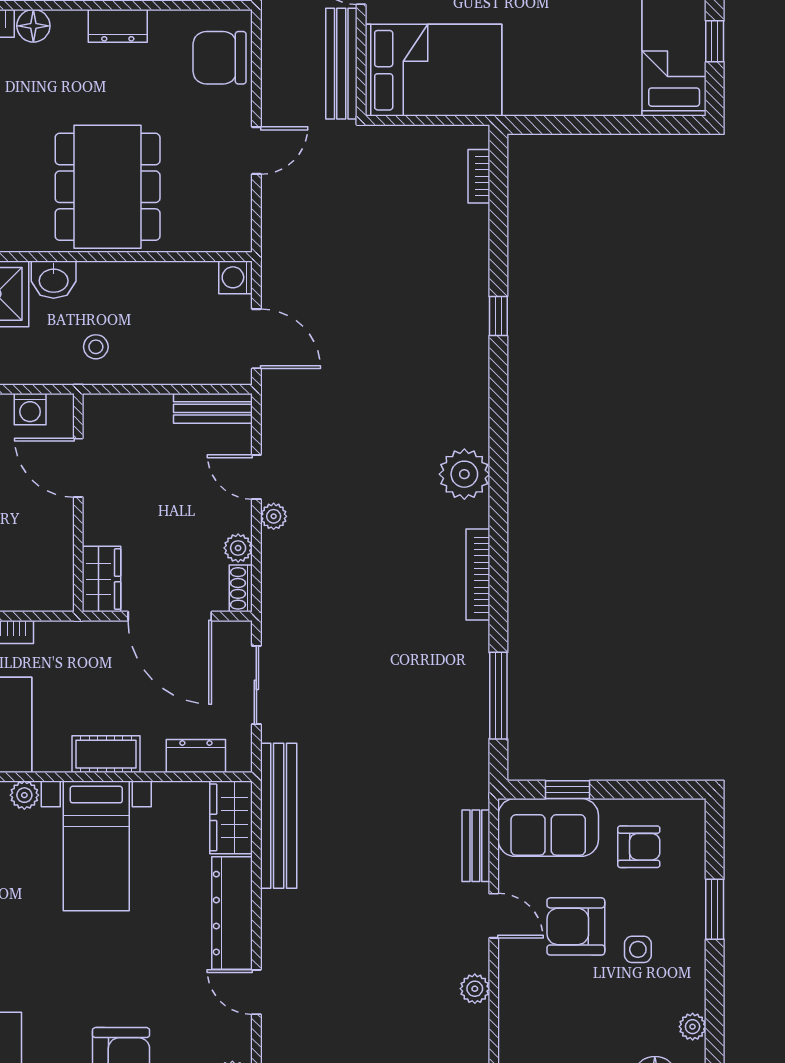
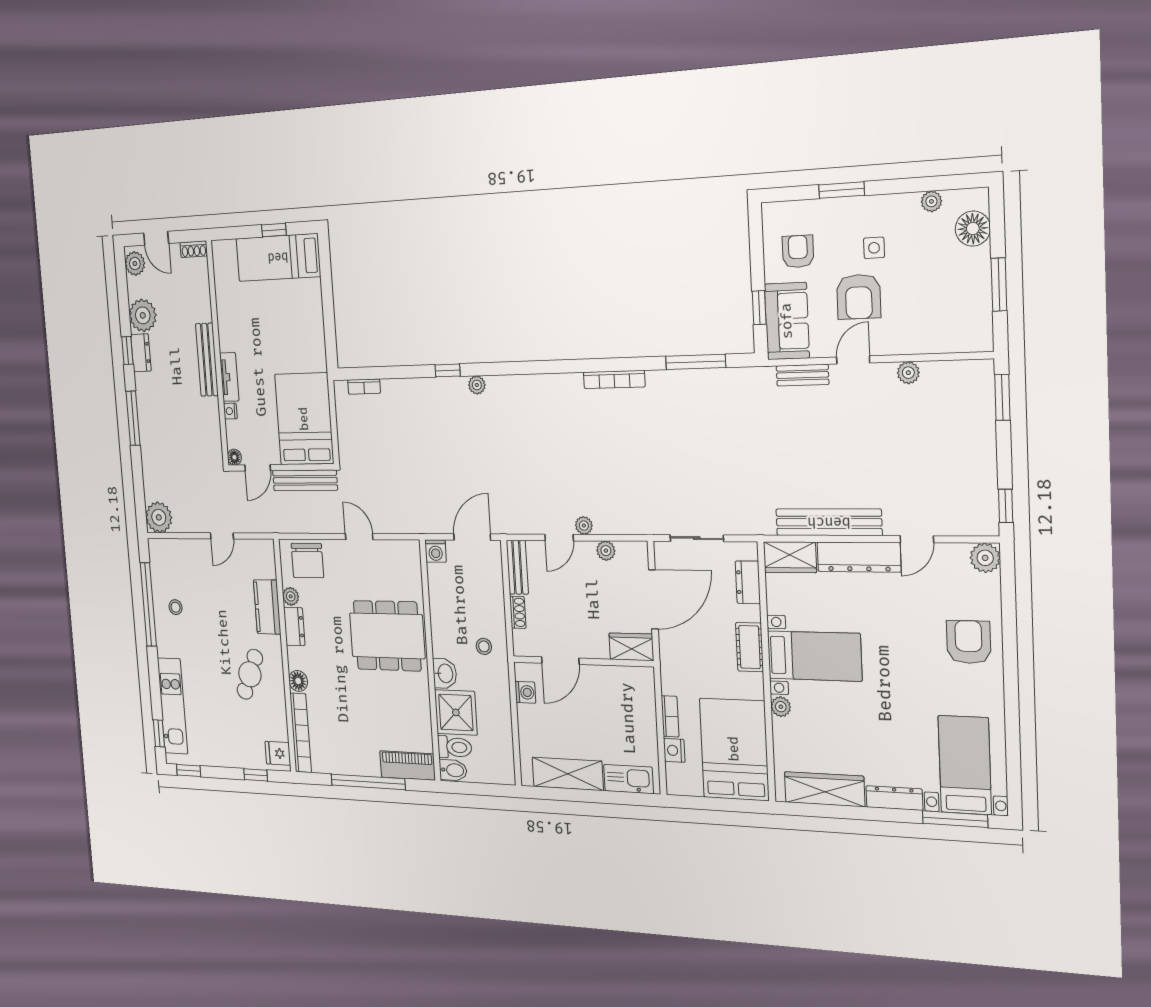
plant: (164, 24) -> (291, 596), added
plant: (464, 474) -> (477, 385), moved, width x0.53, depth x0.53
shoe rack: (241, 588) -> (518, 612), moved, turned -90
bench: (279, 816) -> (829, 522), moved

